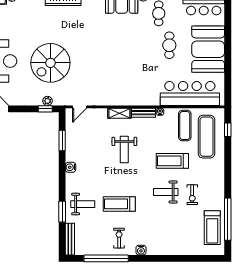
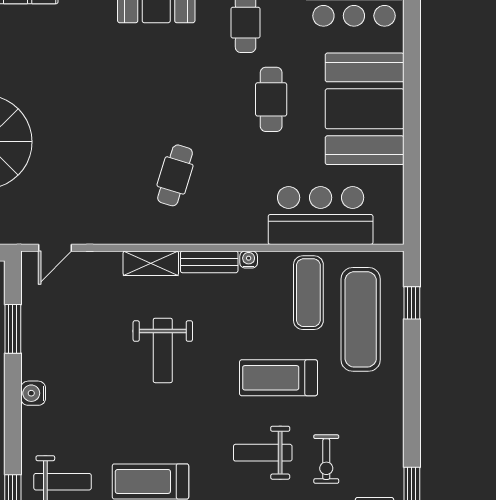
cafe table: (129, 77) -> (175, 175), added
bar counter: (190, 93) -> (321, 216), width x0.73

